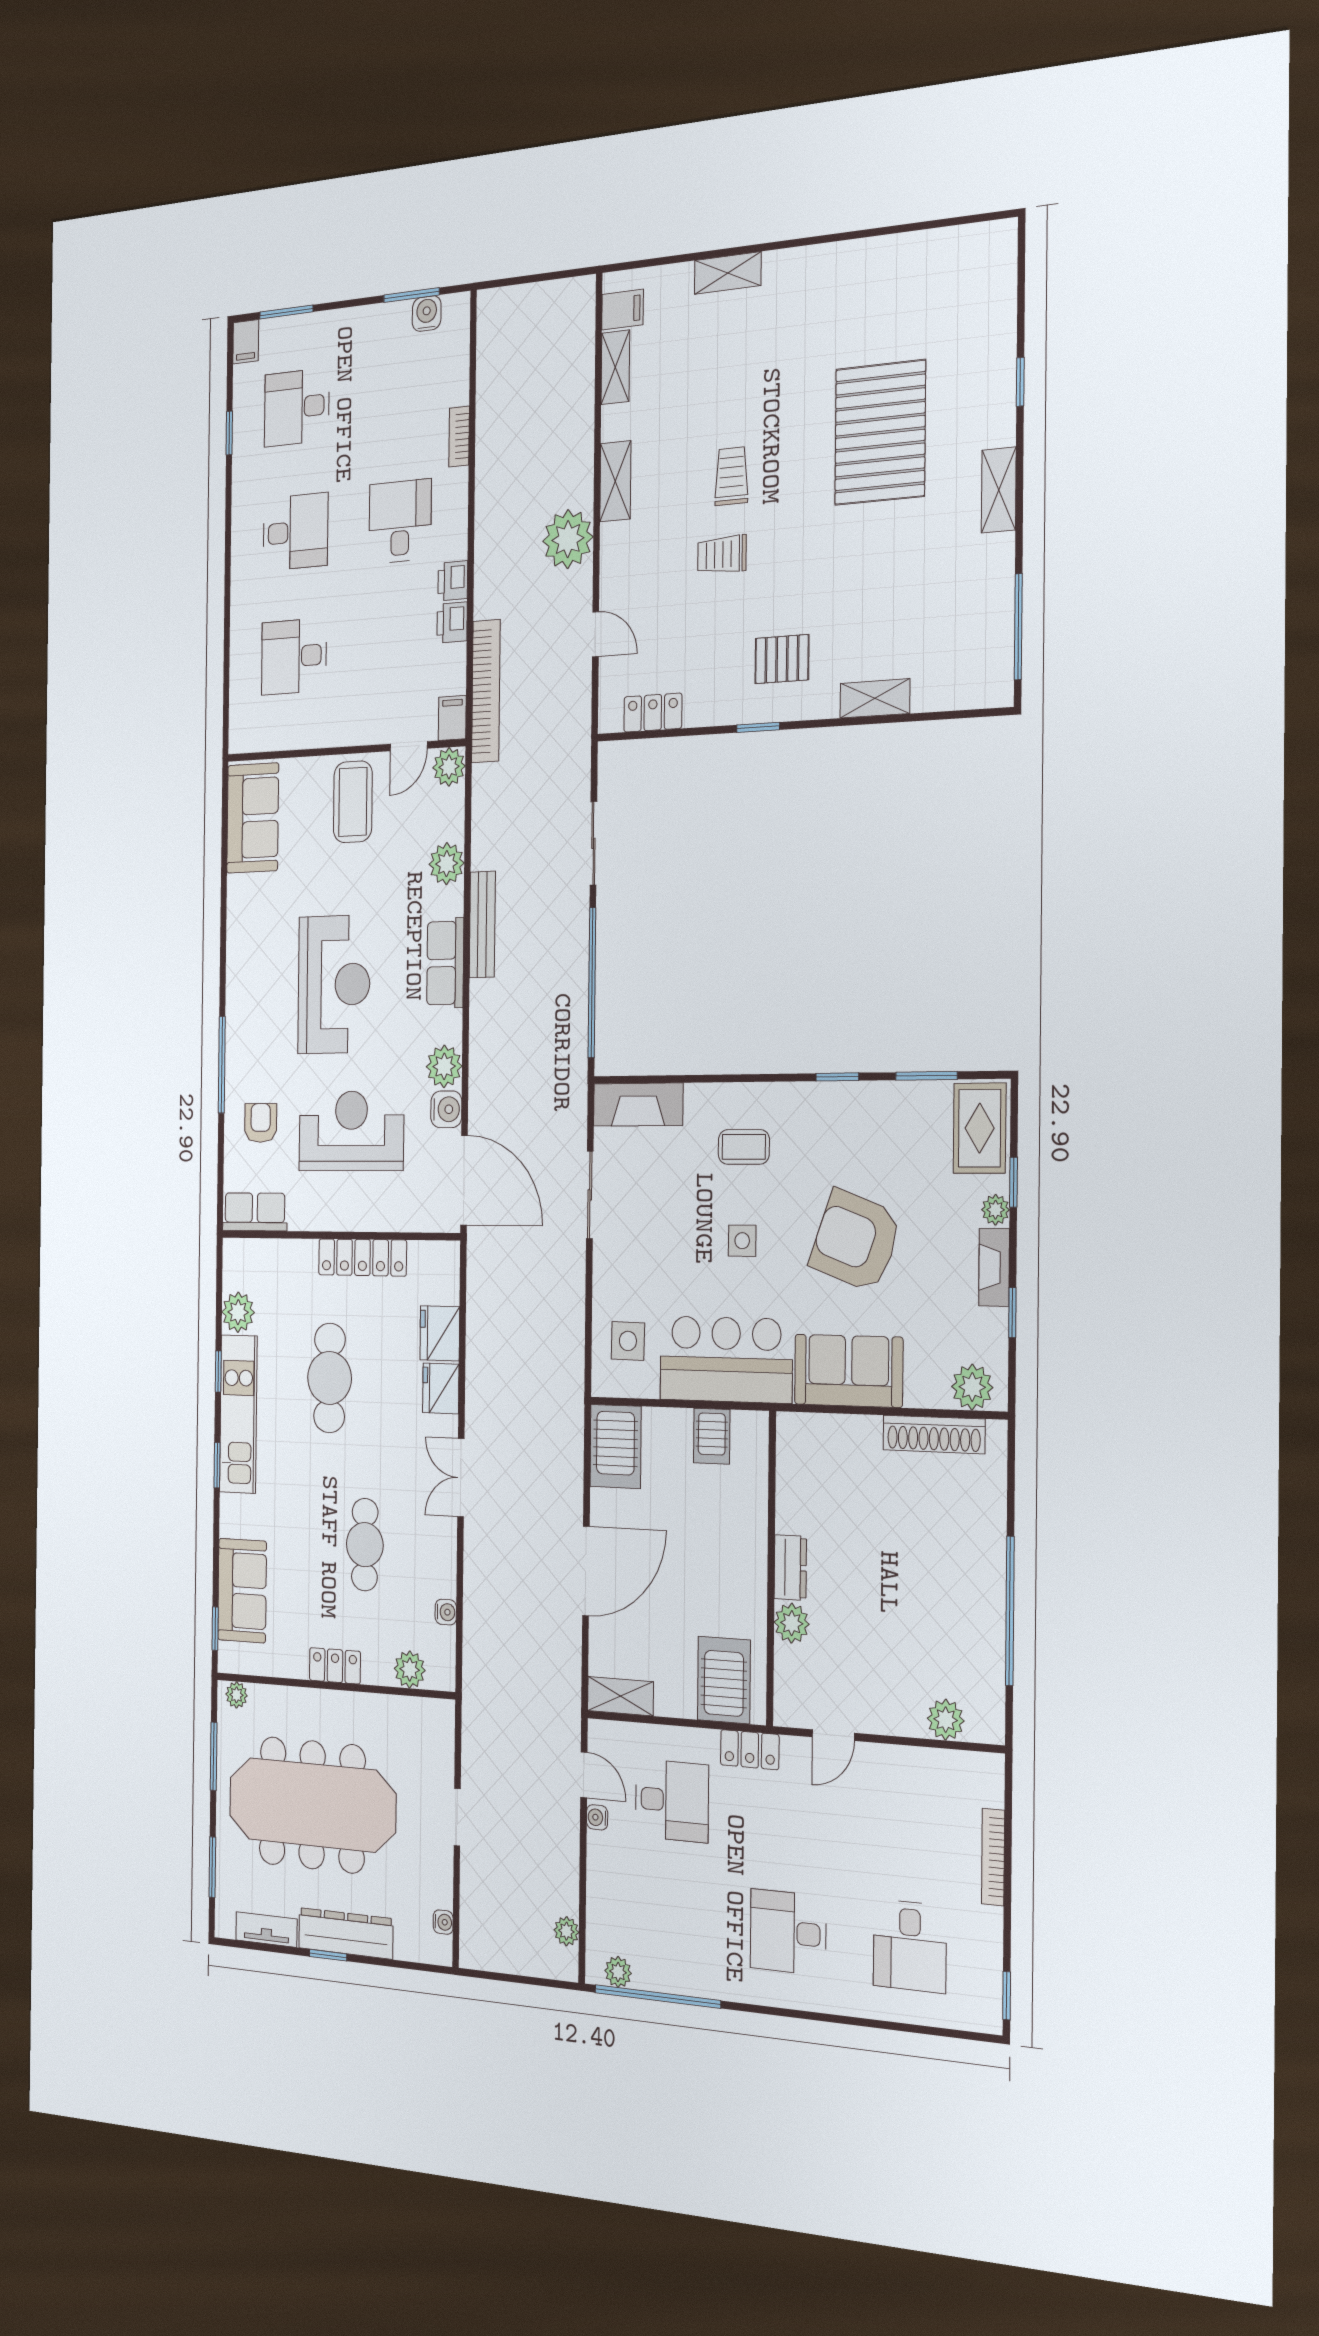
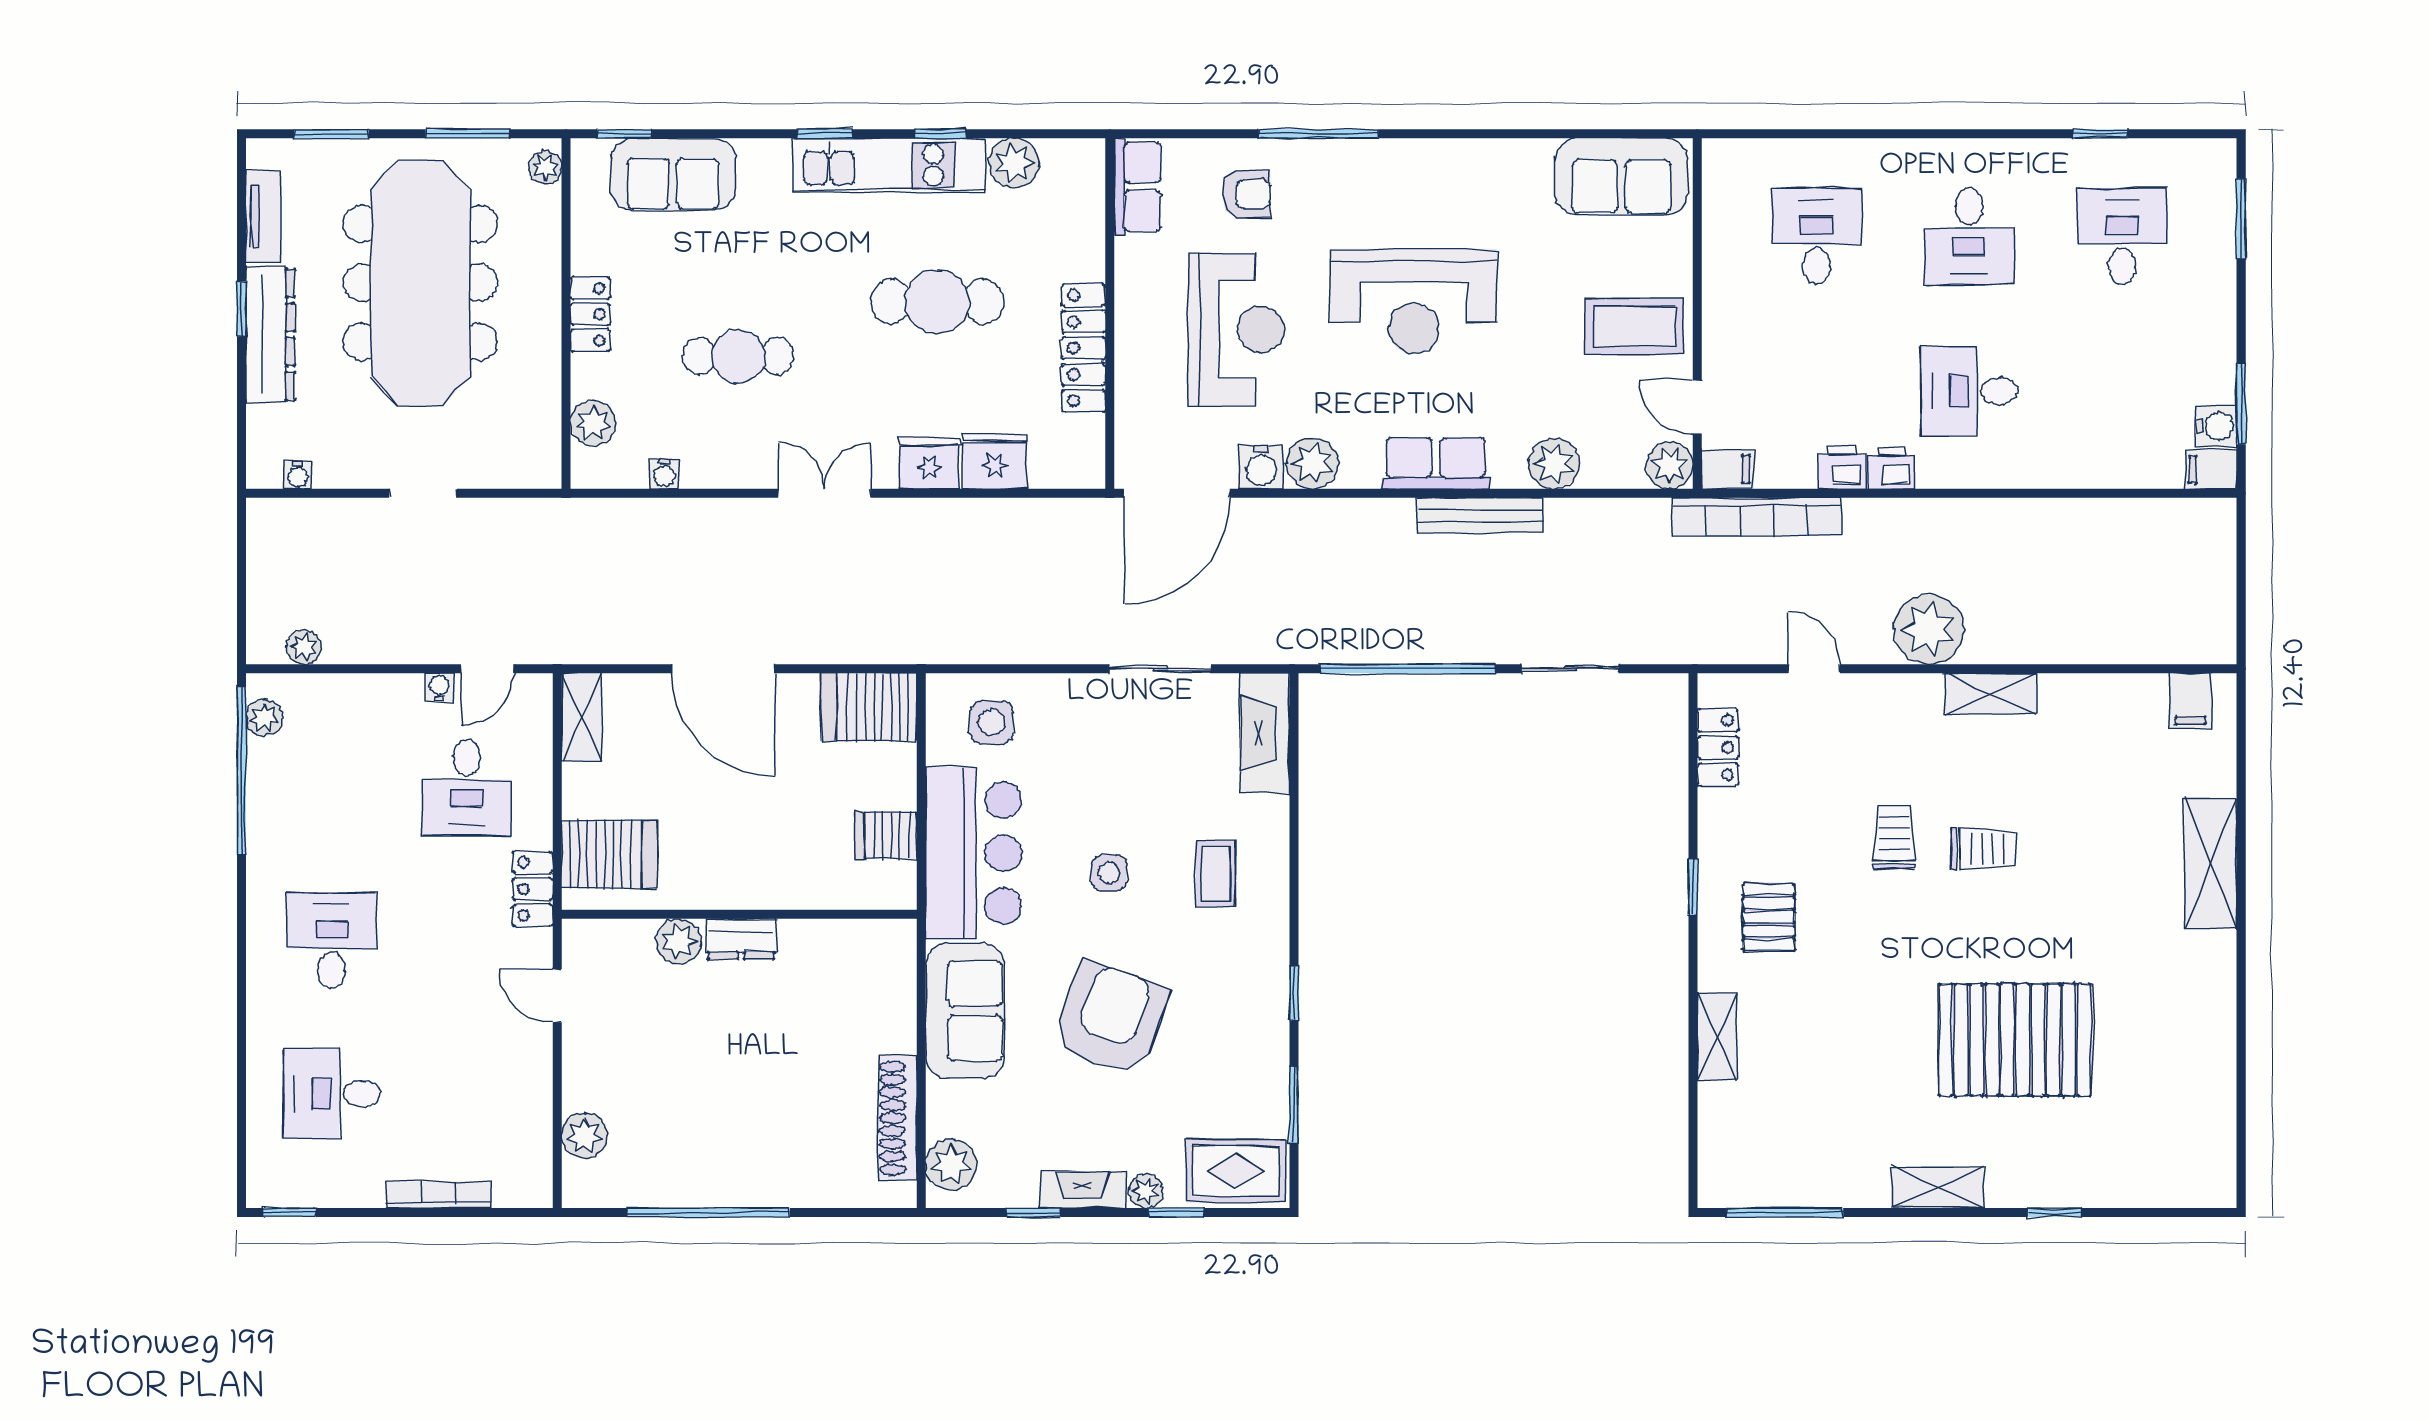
shelving: (728, 273) -> (2211, 863), width x1.50, depth x1.33
filing cabinet: (246, 342) -> (2211, 470), moved
shelving: (615, 367) -> (2124, 692), removed
bookcase: (459, 437) -> (2064, 475), removed
desk: (400, 521) -> (1969, 391), turned 180
door: (596, 634) -> (1814, 669), swing flipped

